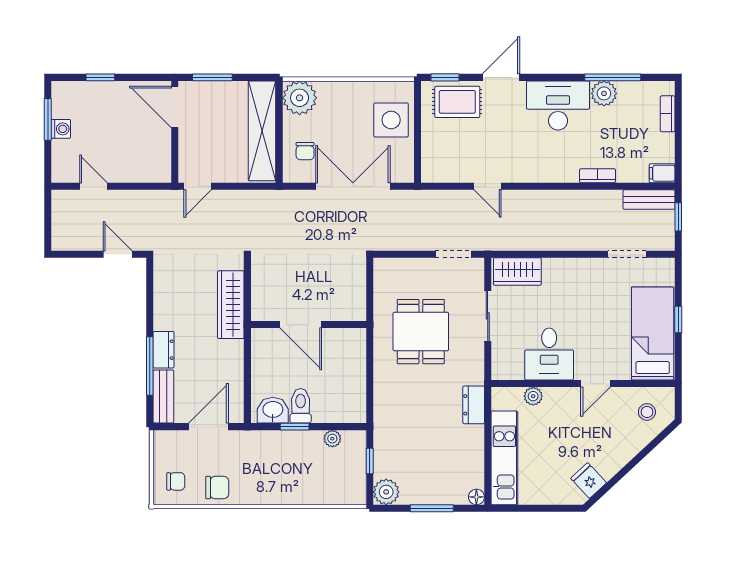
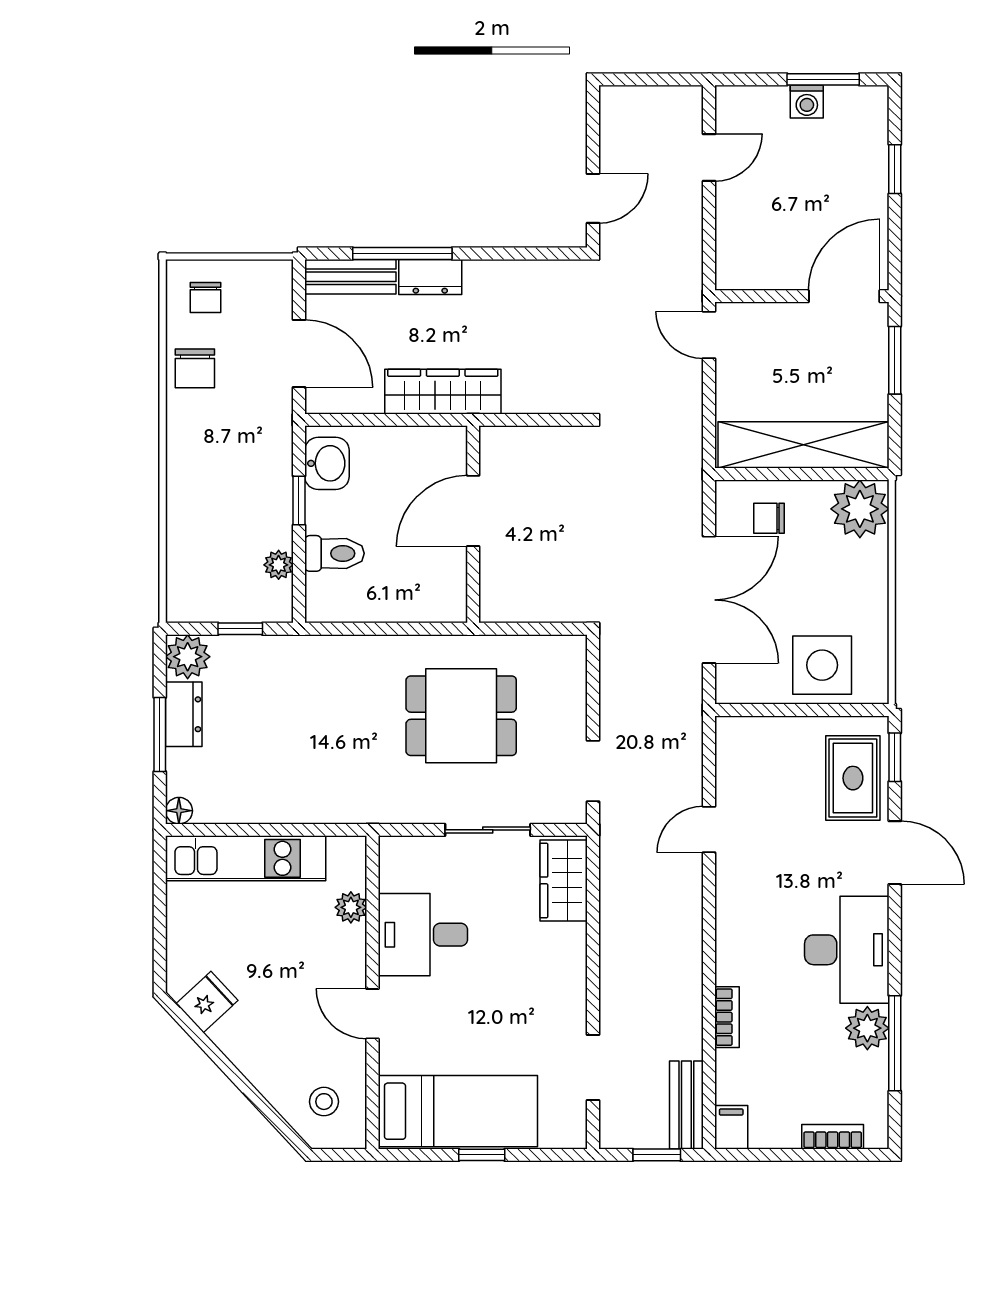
wardrobe: (231, 305) -> (443, 392), moved
dresser: (474, 405) -> (184, 714), moved, turned 90
toilet: (301, 406) -> (334, 553), moved

